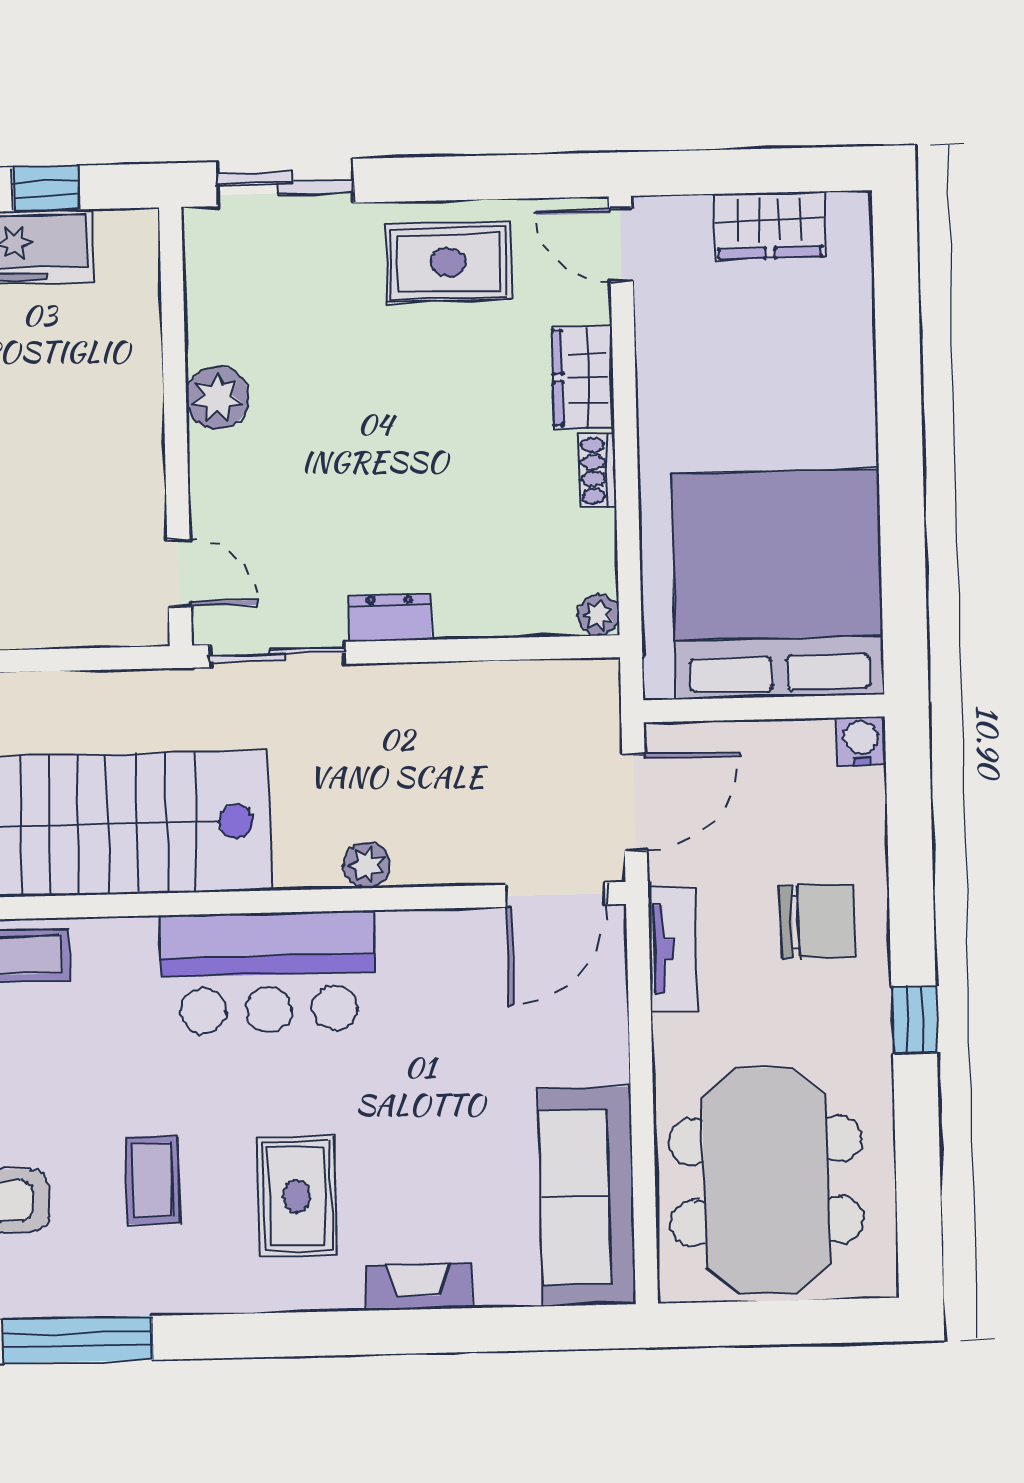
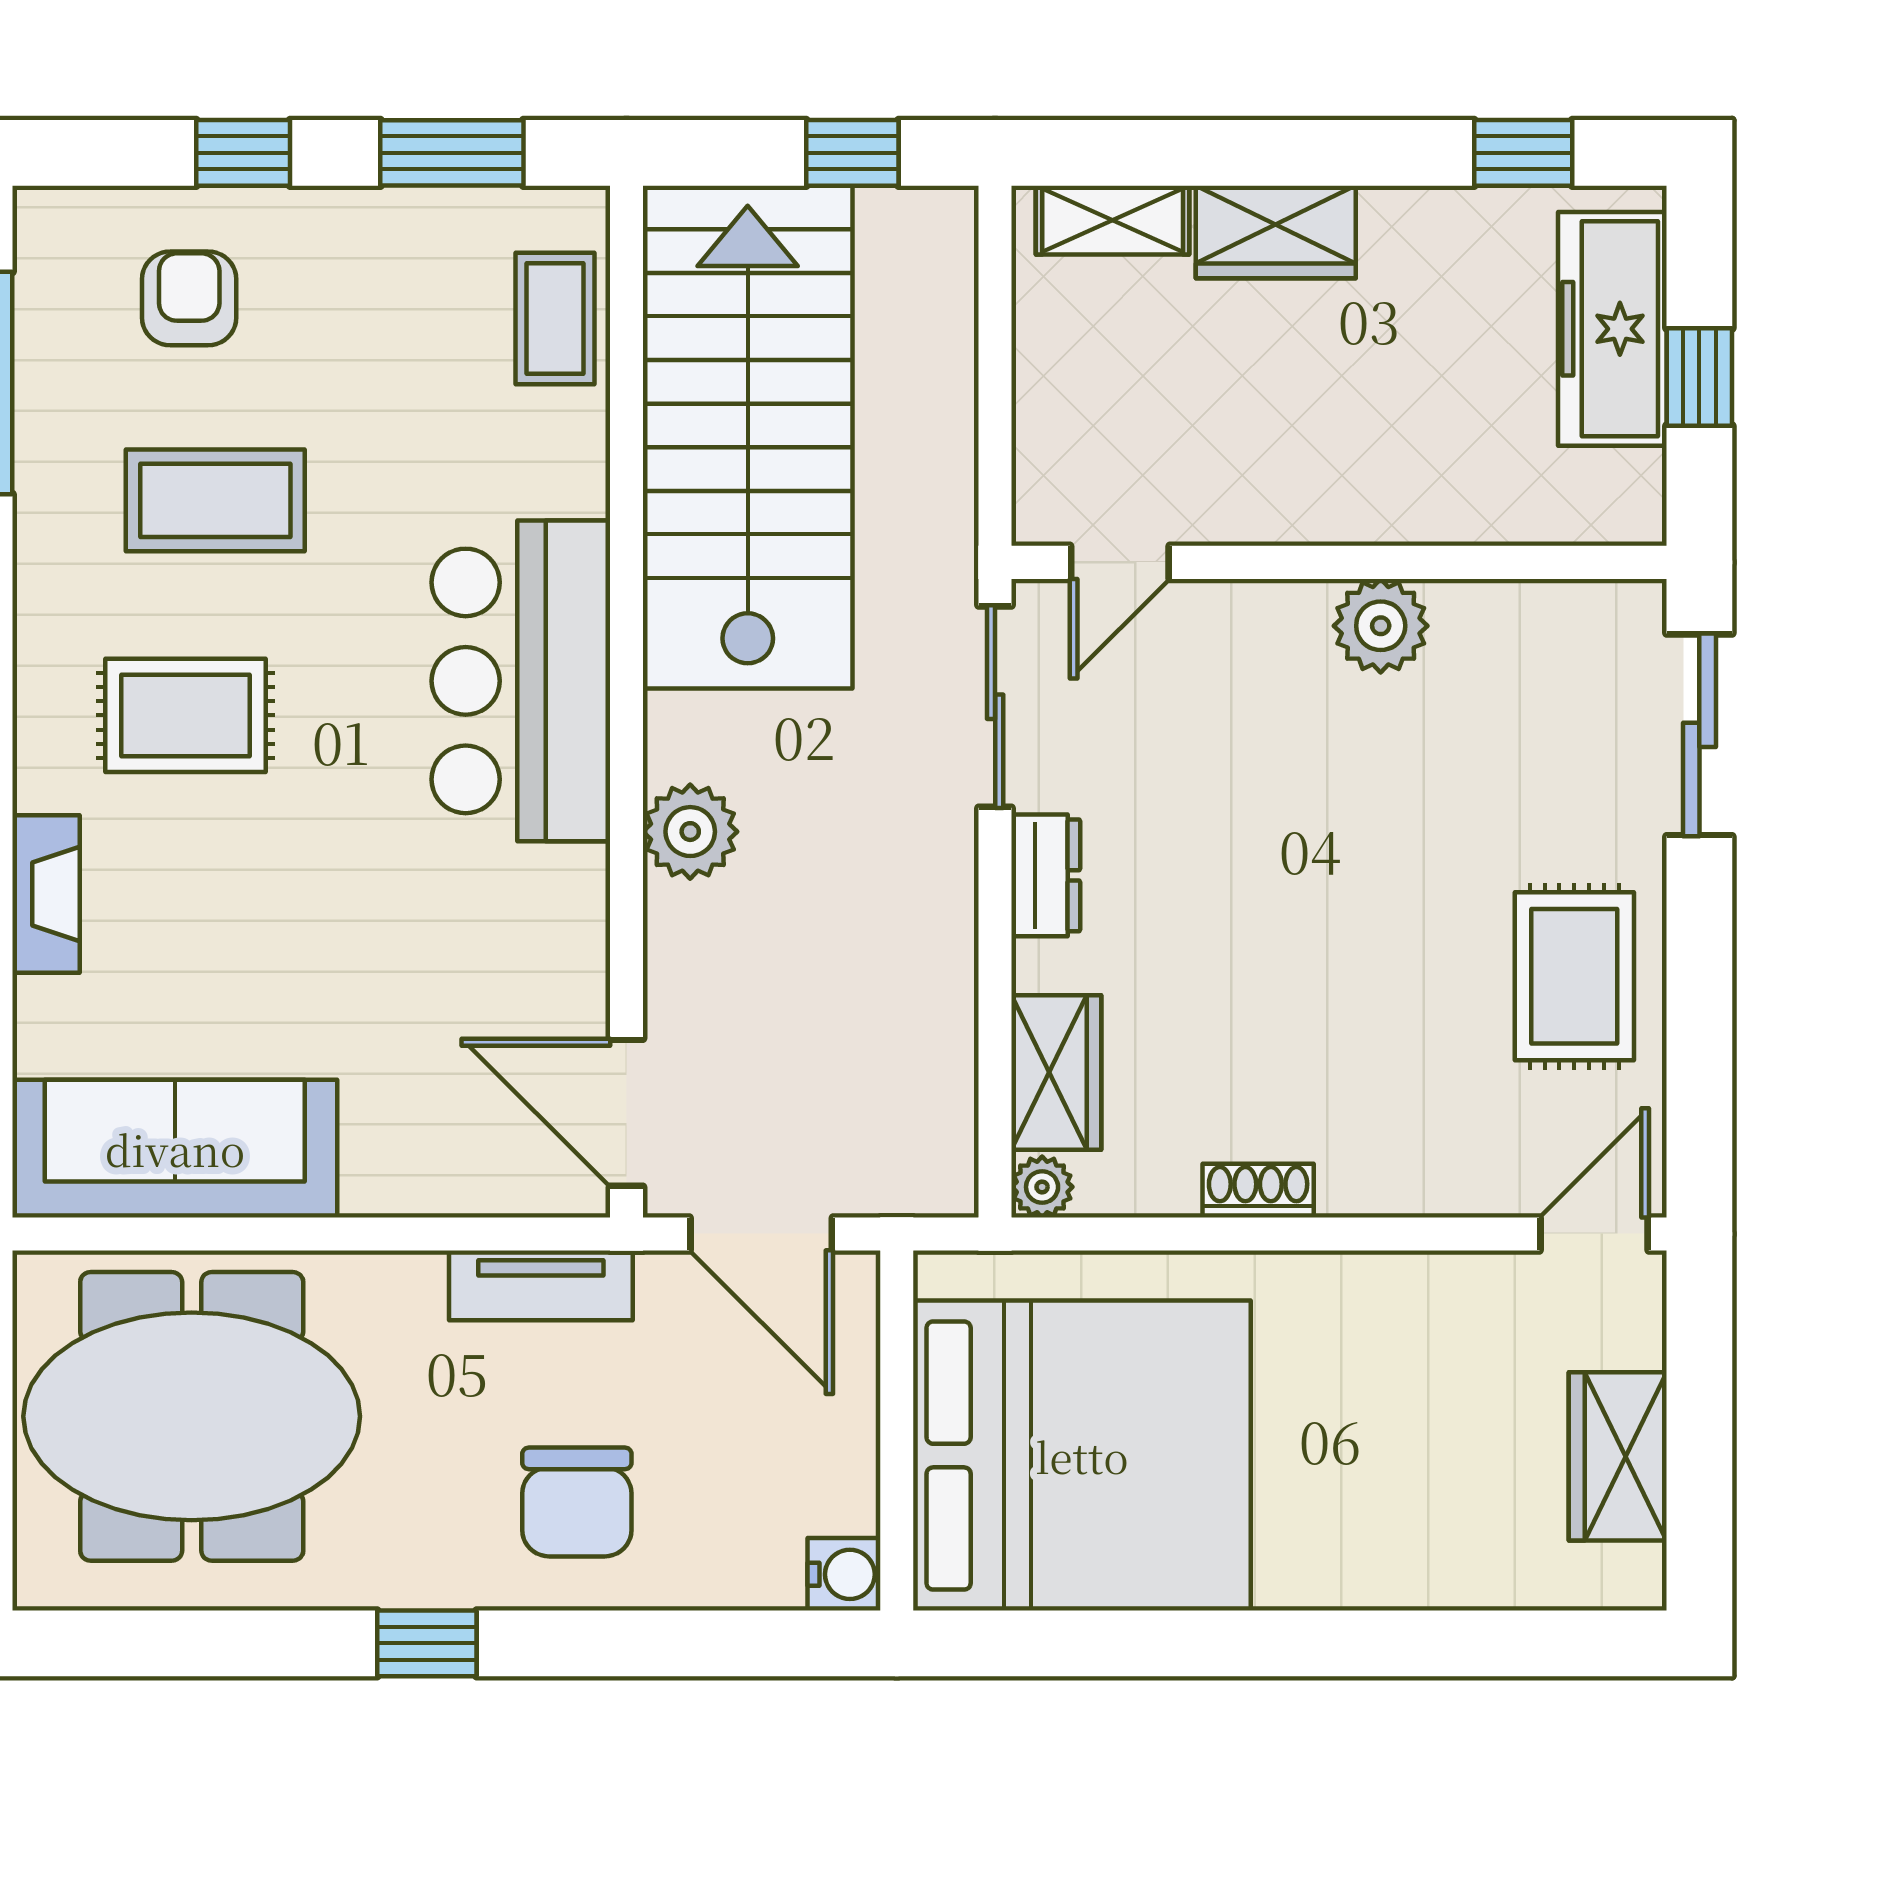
wardrobe: (583, 378) -> (1056, 1073), moved, turned 90
plant: (367, 865) -> (690, 832), width x1.38, depth x1.38
coffee table: (152, 1180) -> (215, 500), width x1.36, depth x1.30

